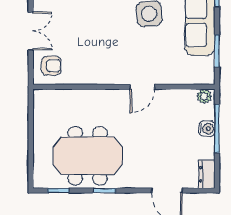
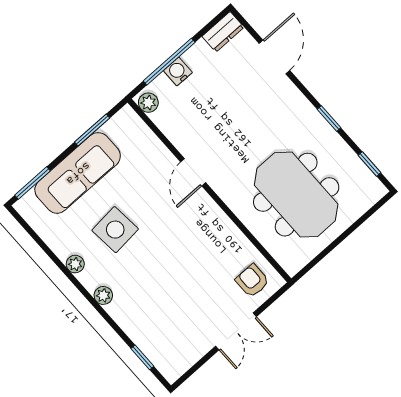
double door: (31, 31) -> (236, 331), swing flipped
door: (142, 87) -> (193, 172), swing flipped
meeting table: (88, 156) -> (296, 195), moved

